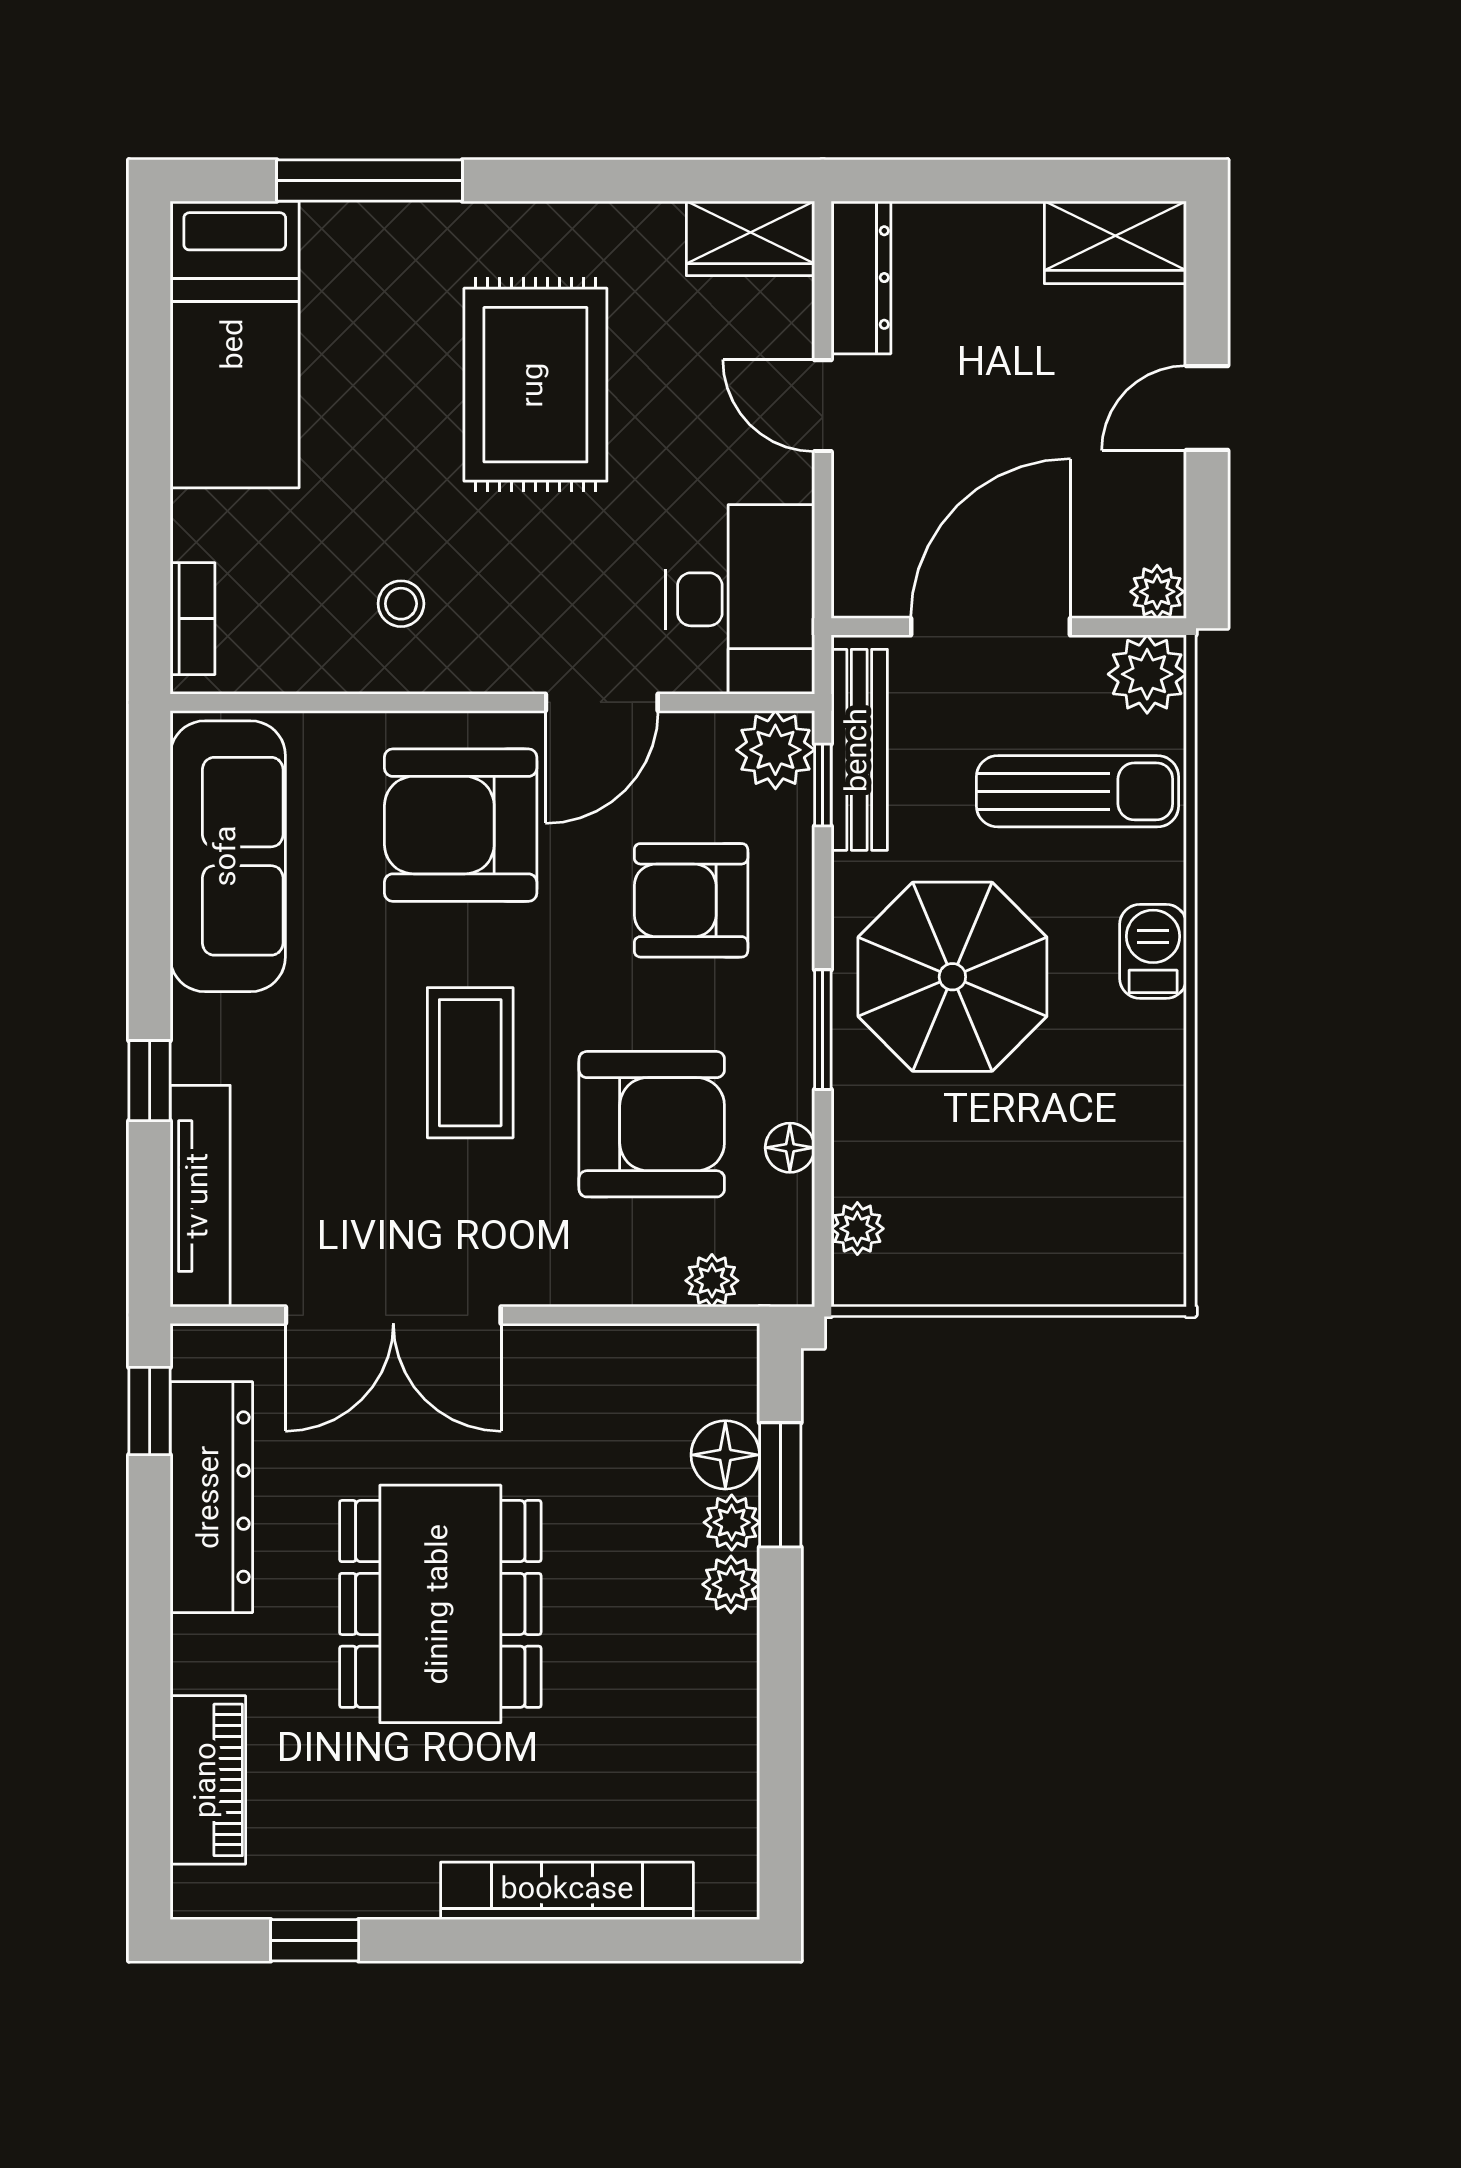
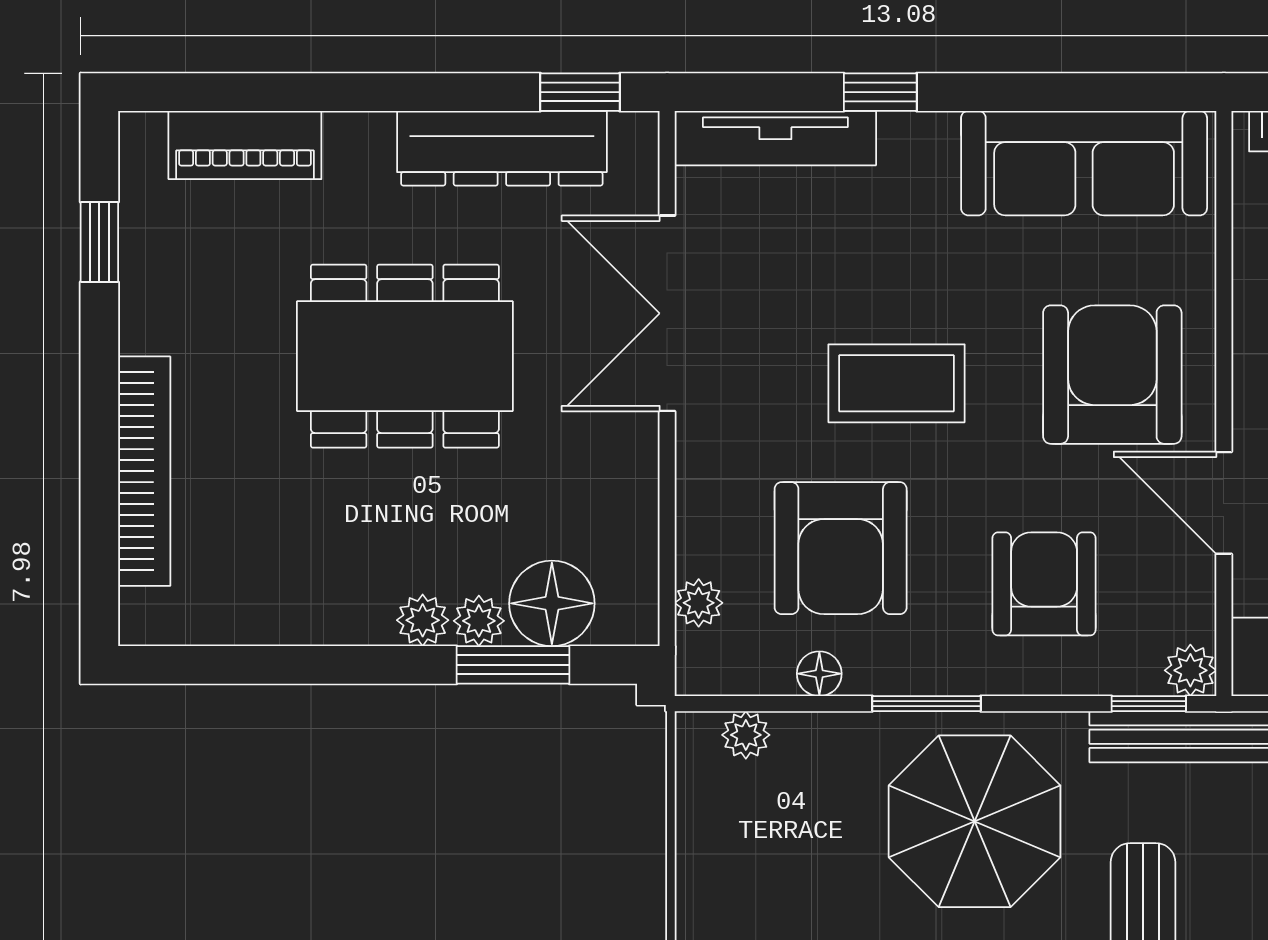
plant: (775, 750) -> (1190, 670), width x0.73, depth x0.73
floor lamp: (725, 1455) -> (552, 603), width x1.38, depth x1.38

